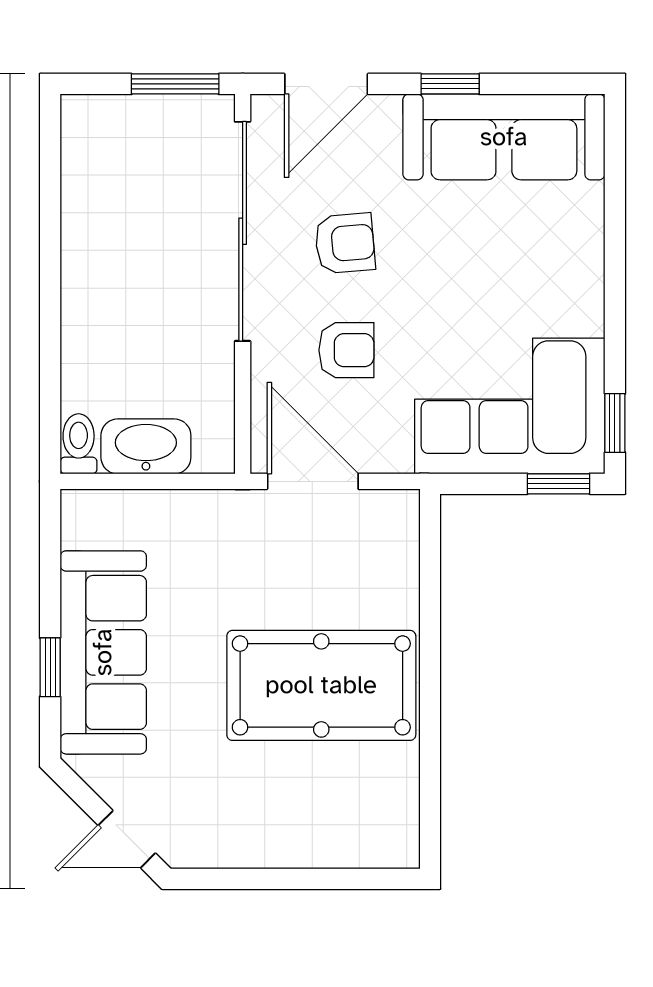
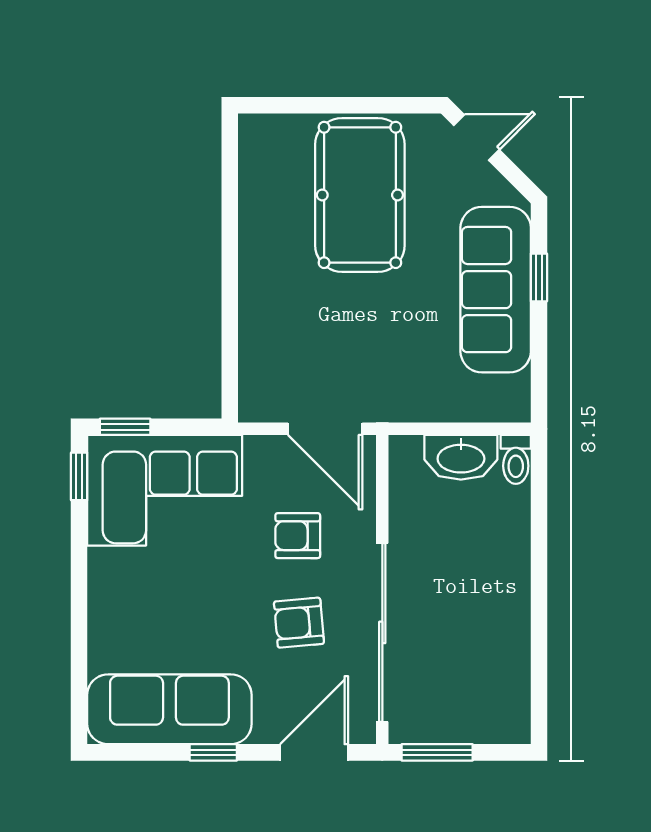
pool table: (321, 685) -> (360, 195), moved, turned 90

